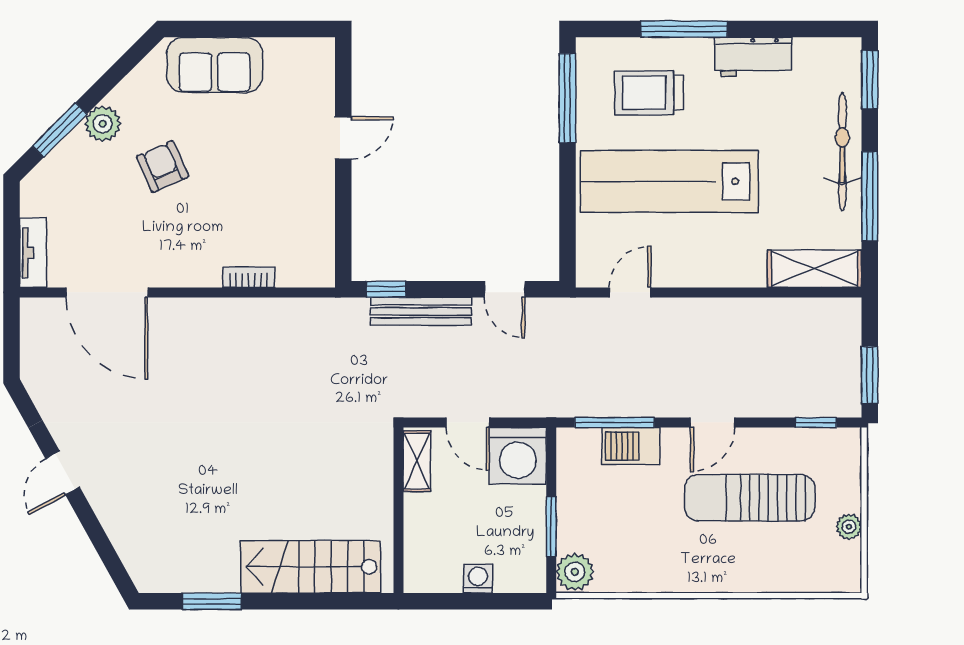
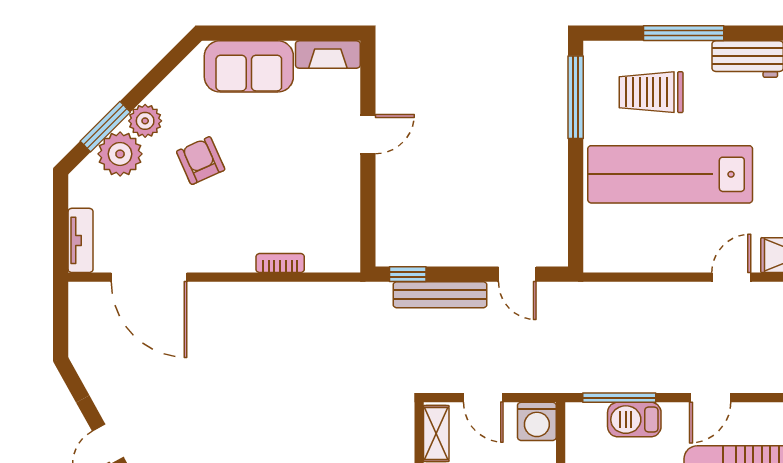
fireplace: (300, 52) -> (328, 55), added
plant: (76, 159) -> (120, 154), added
door: (630, 292) -> (731, 277), moved
washing machine: (518, 456) -> (537, 421), width x0.73, depth x0.73

